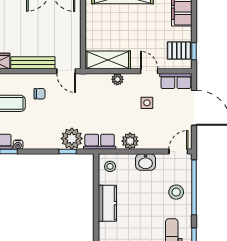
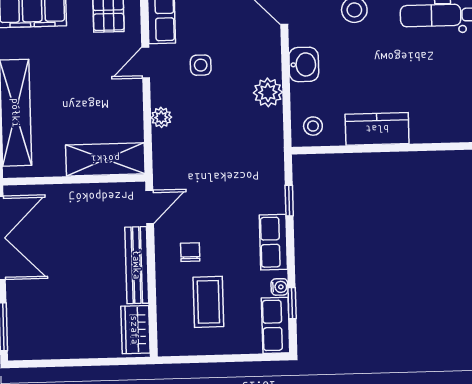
shelving: (108, 60) -> (105, 159), moved, turned 90
plant: (72, 139) -> (266, 194), removed
row of seats: (100, 142) -> (273, 242), moved

